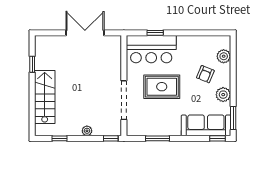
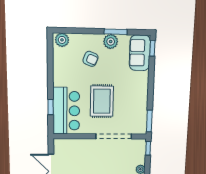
plant: (224, 56) -> (62, 40), moved
window: (233, 118) -> (116, 32), moved
sofa: (206, 125) -> (140, 53), width x0.73
window: (158, 138) -> (149, 121), moved

